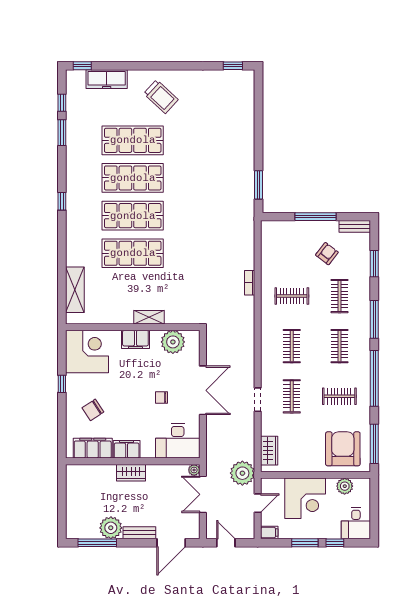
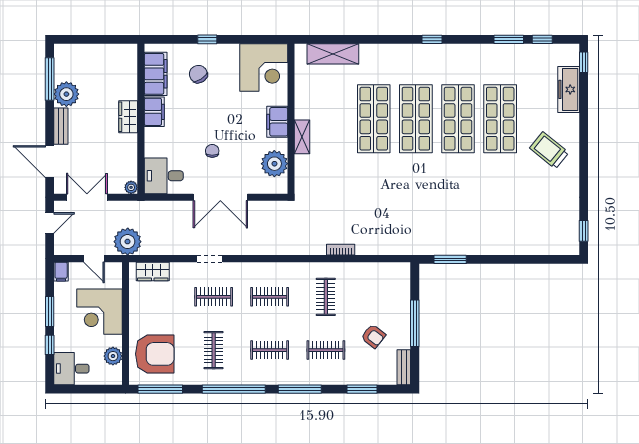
trolley: (161, 97) -> (549, 150), turned 86
window: (62, 384) -> (207, 39), moved
desk: (178, 441) -> (164, 176), width x0.73
double door: (203, 494) -> (87, 197), moved

